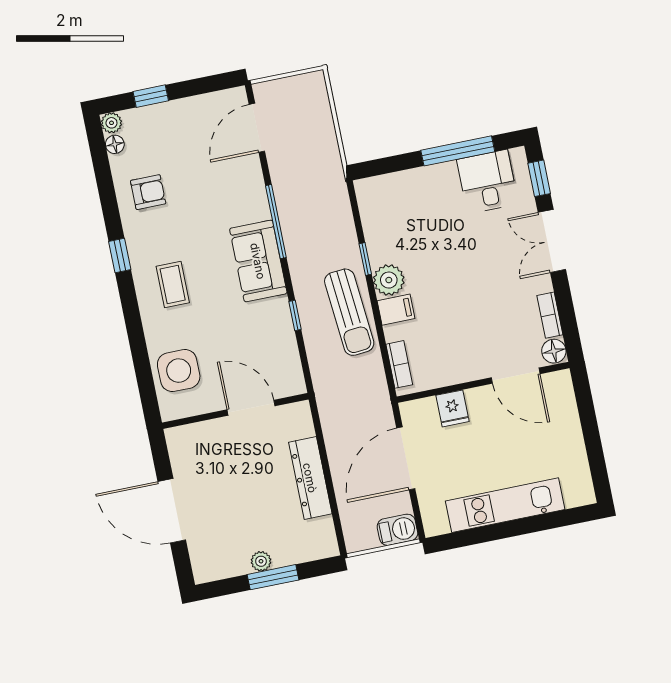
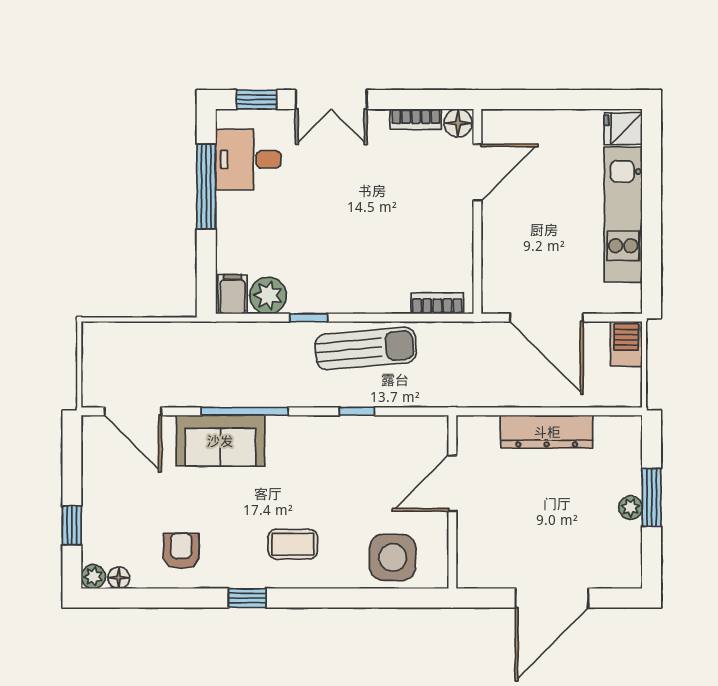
sofa: (258, 261) -> (220, 441), moved
plant: (389, 280) -> (268, 296), moved
filing cabinet: (396, 310) -> (233, 294), moved
fridge: (453, 408) -> (623, 129), moved, turned 180

